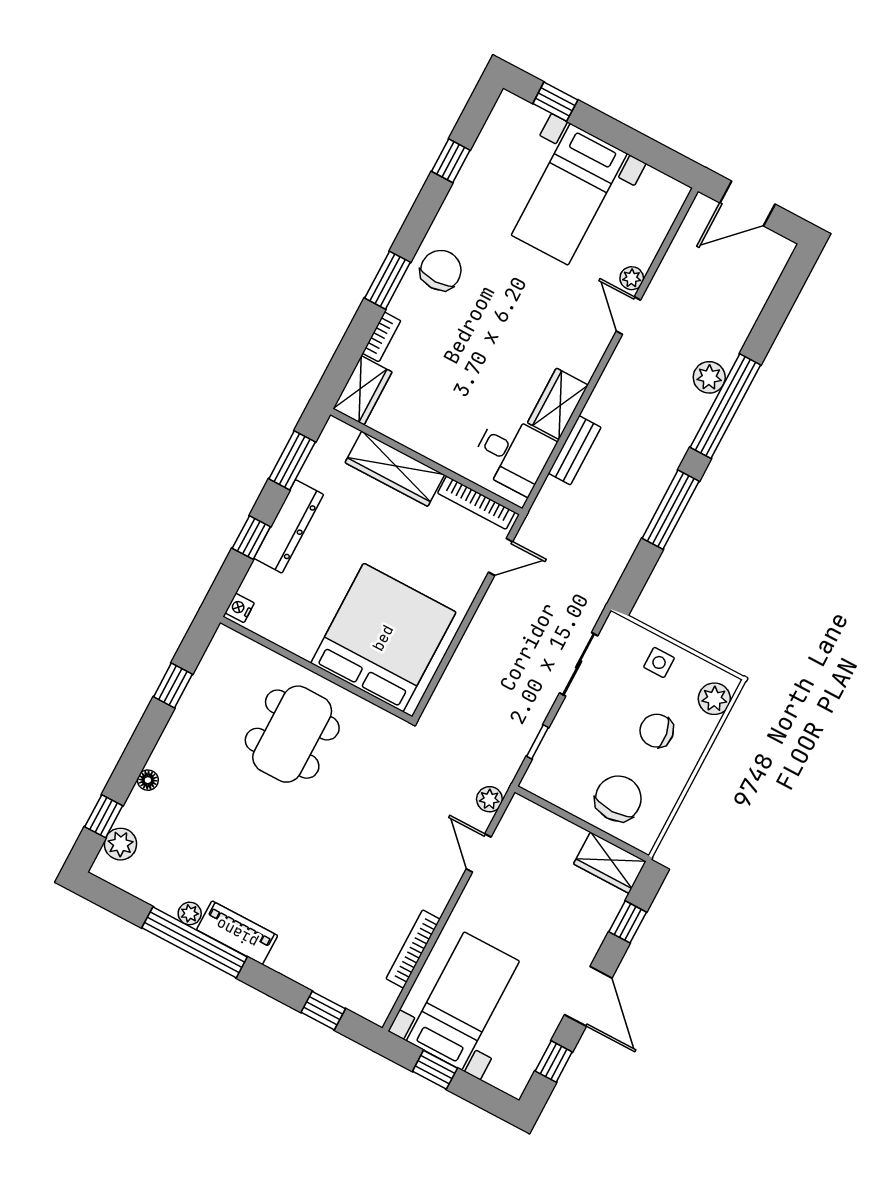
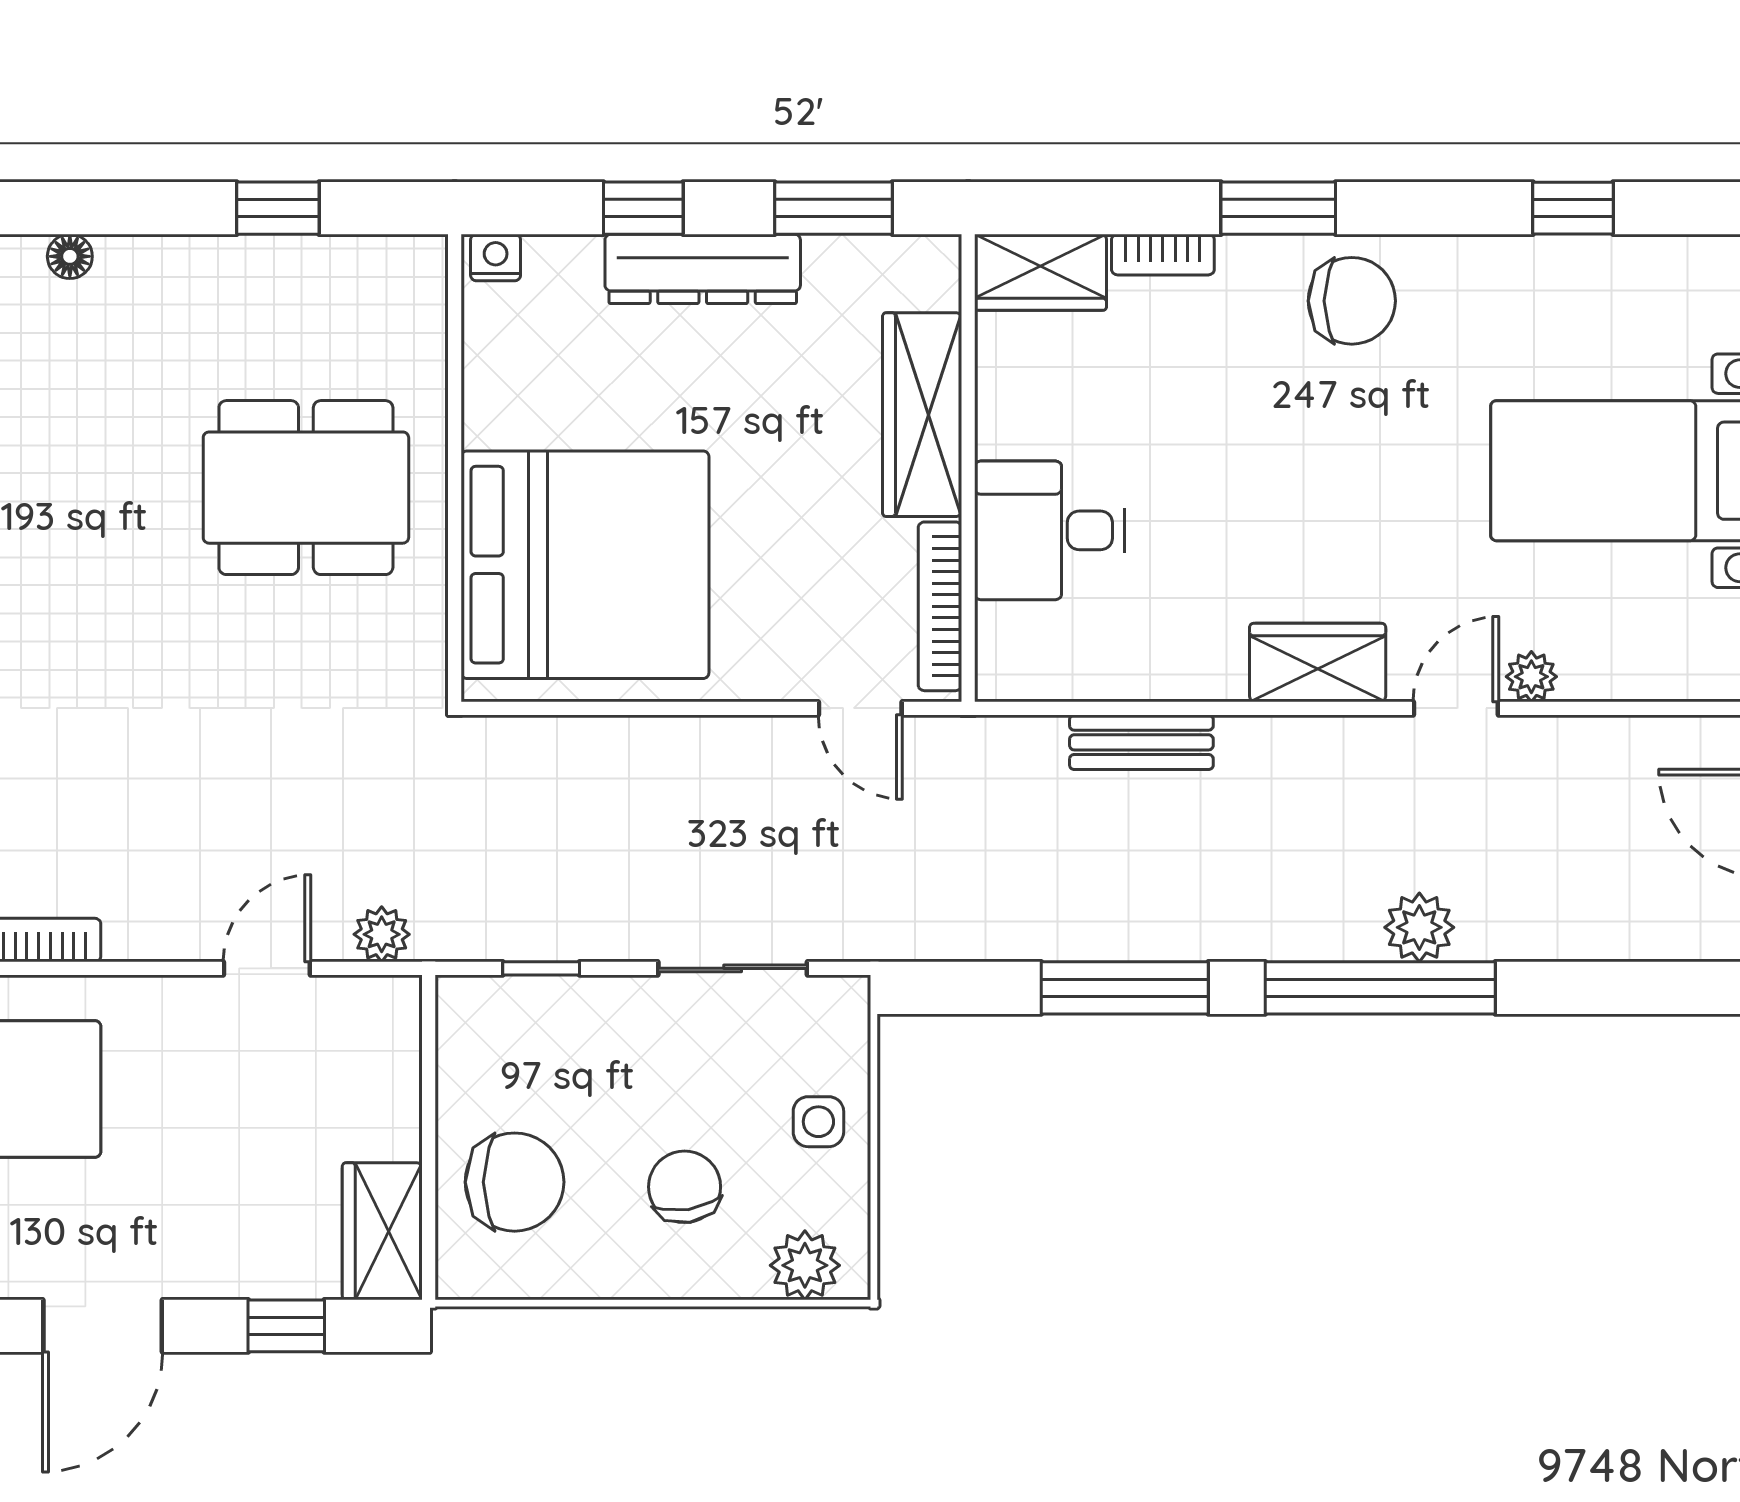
wardrobe: (558, 404) -> (1318, 663), moved
desk: (513, 454) -> (1049, 530), moved, turned 90

